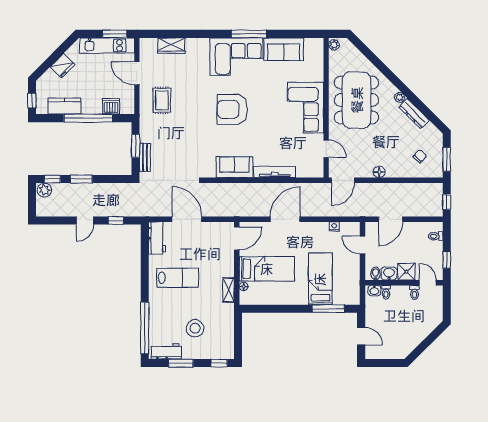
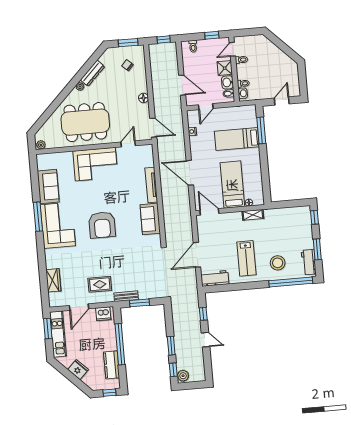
dishwasher: (111, 106) -> (103, 314), moved, turned -90
bench: (145, 157) -> (126, 296), moved
lab bench: (177, 278) -> (246, 258), turned 180
stool: (195, 328) -> (278, 263), moved

